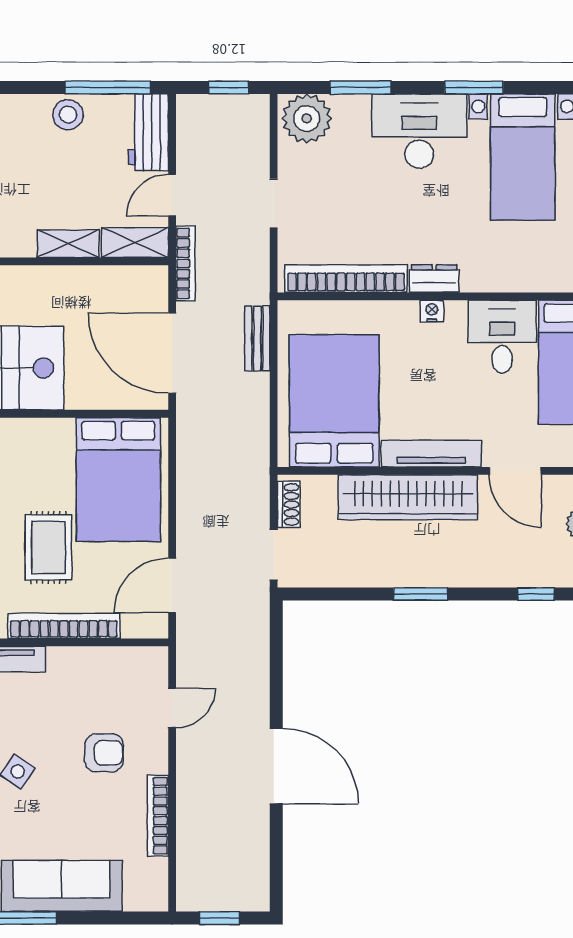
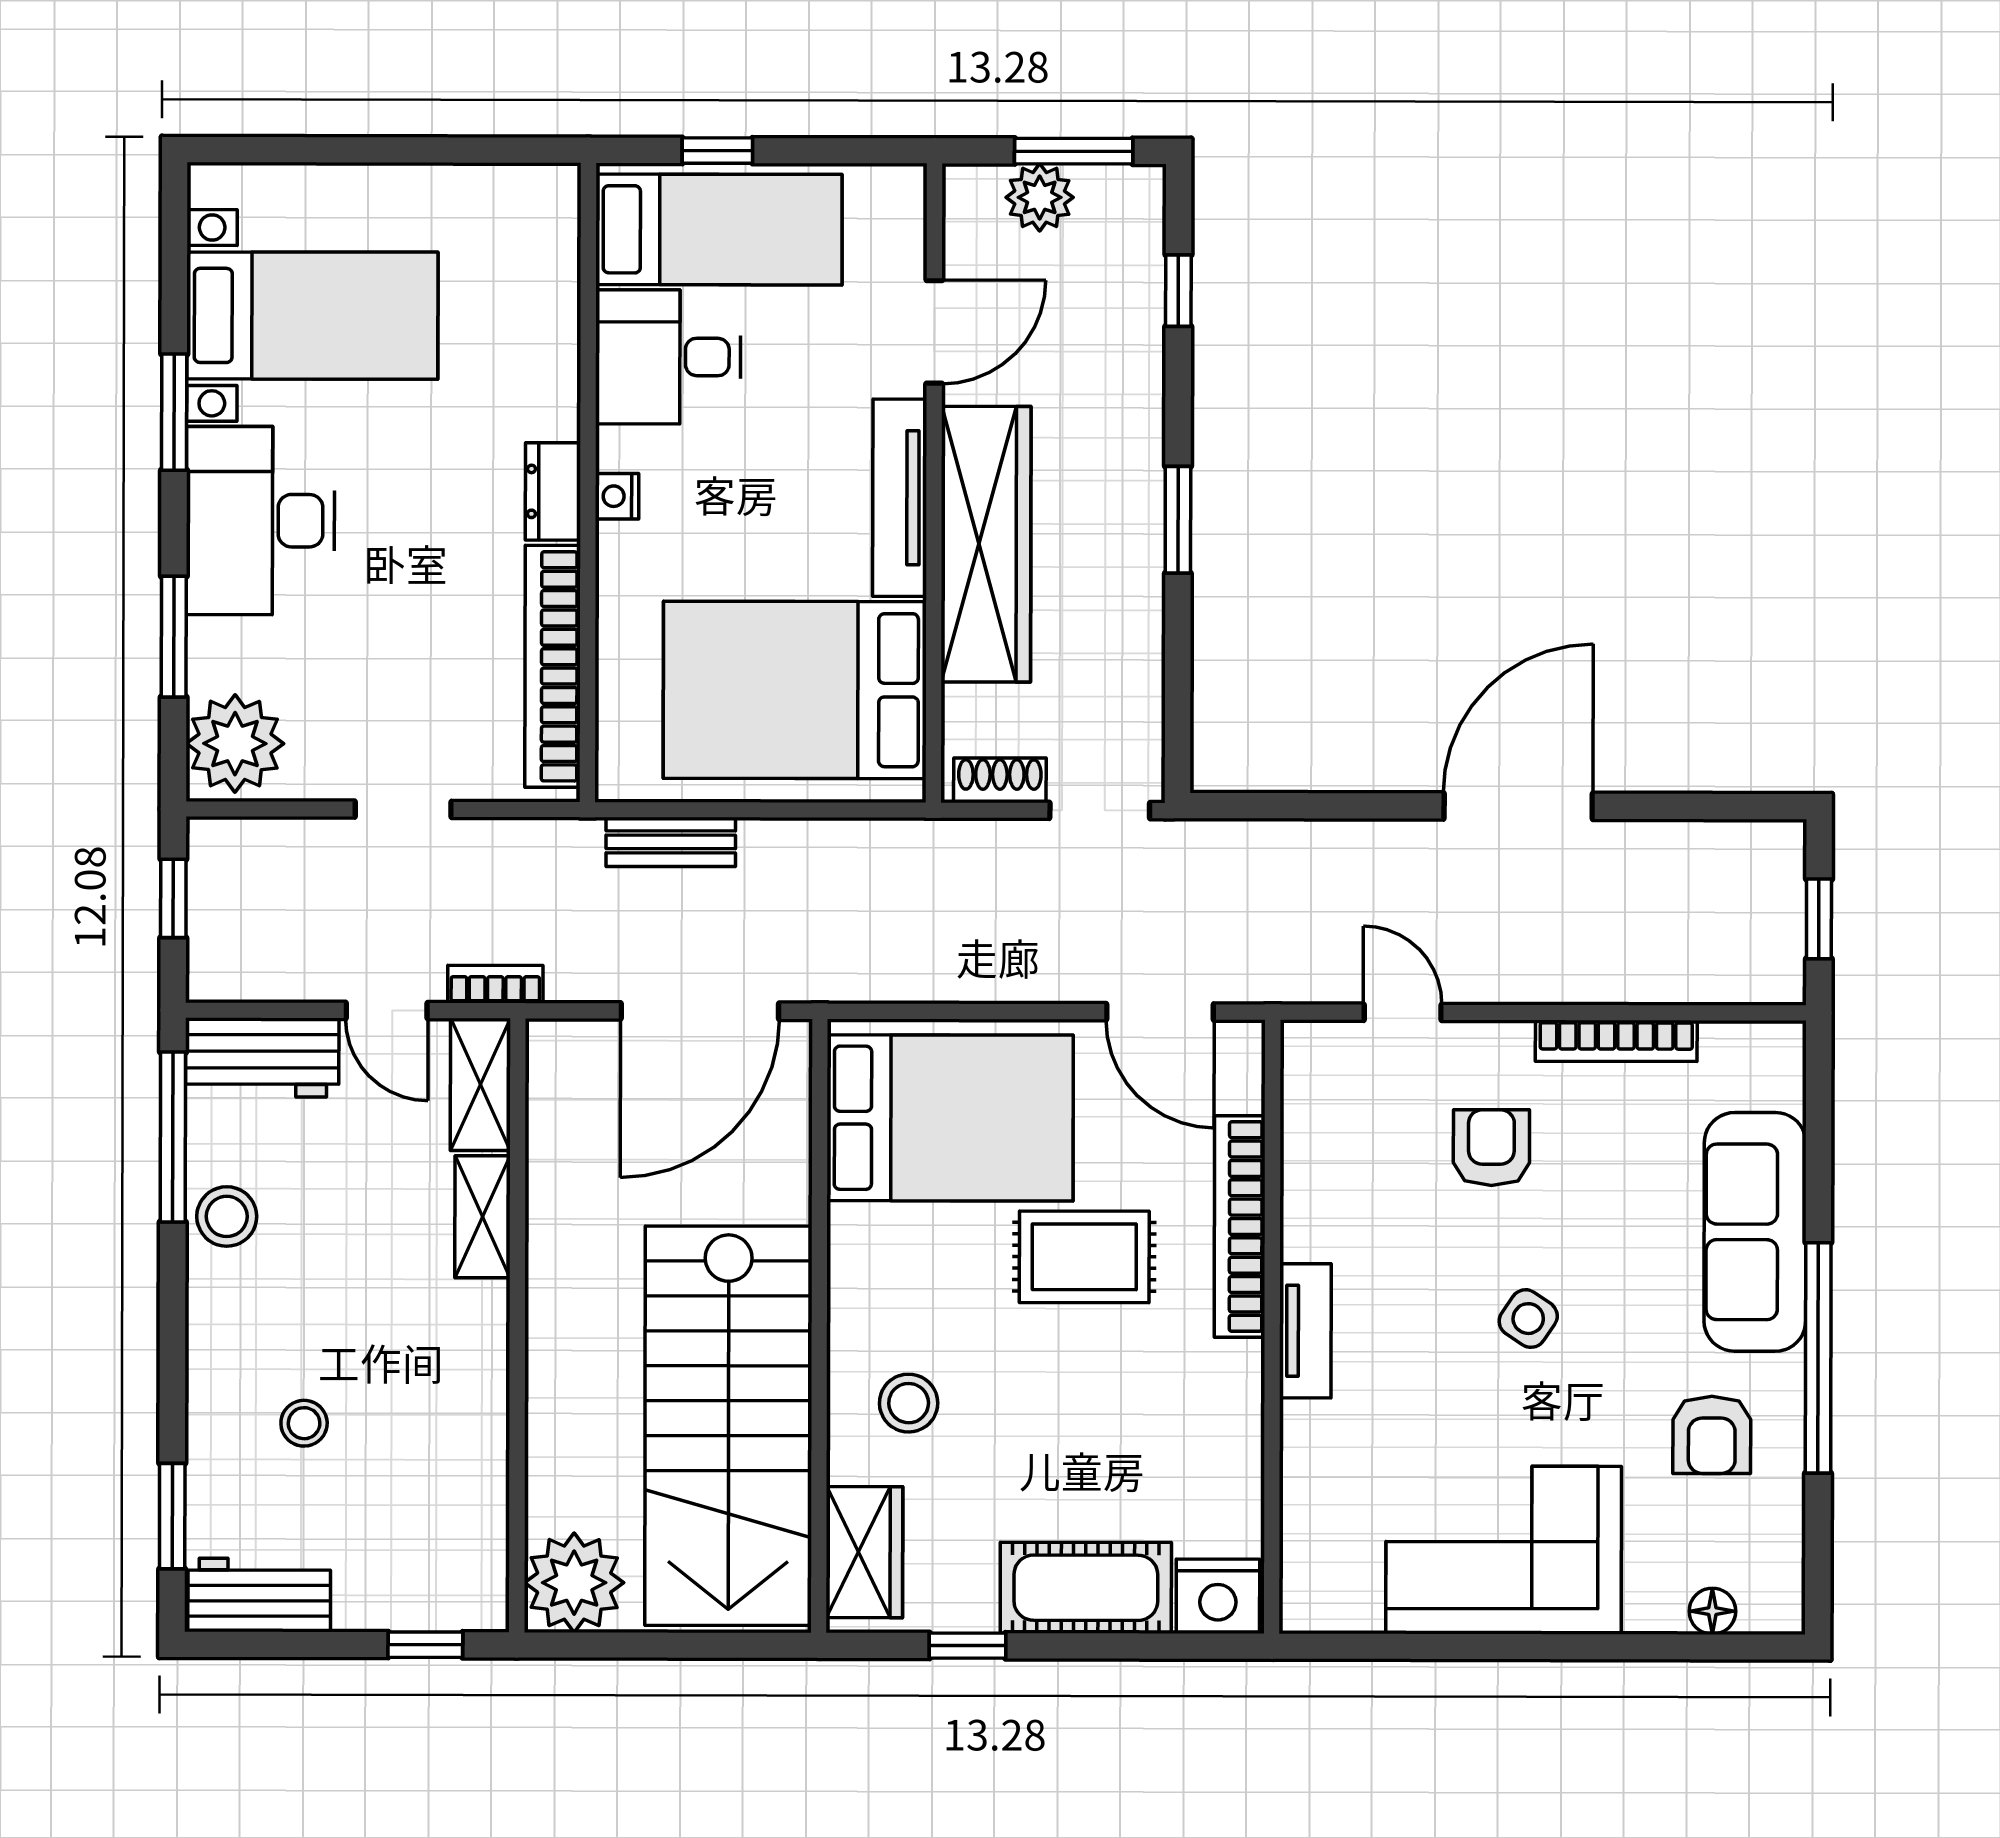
bookcase: (185, 264) -> (495, 984), width x0.64

